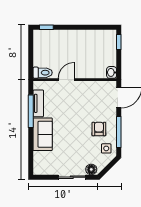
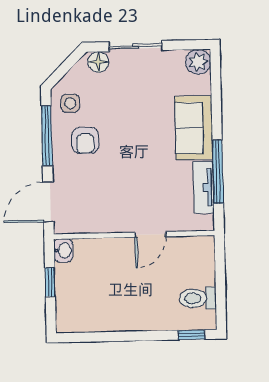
window: (119, 42) -> (50, 282), moved
toilet: (43, 73) -> (198, 298), moved
plant: (40, 168) -> (198, 62), added

